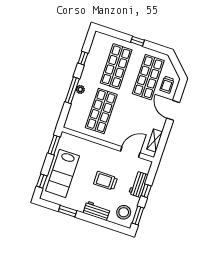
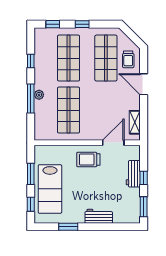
window: (112, 33) -> (53, 24), added
window: (54, 145) -> (31, 174), moved
trolley: (105, 181) -> (88, 159), moved
stool: (124, 212) -> (128, 208), removed

